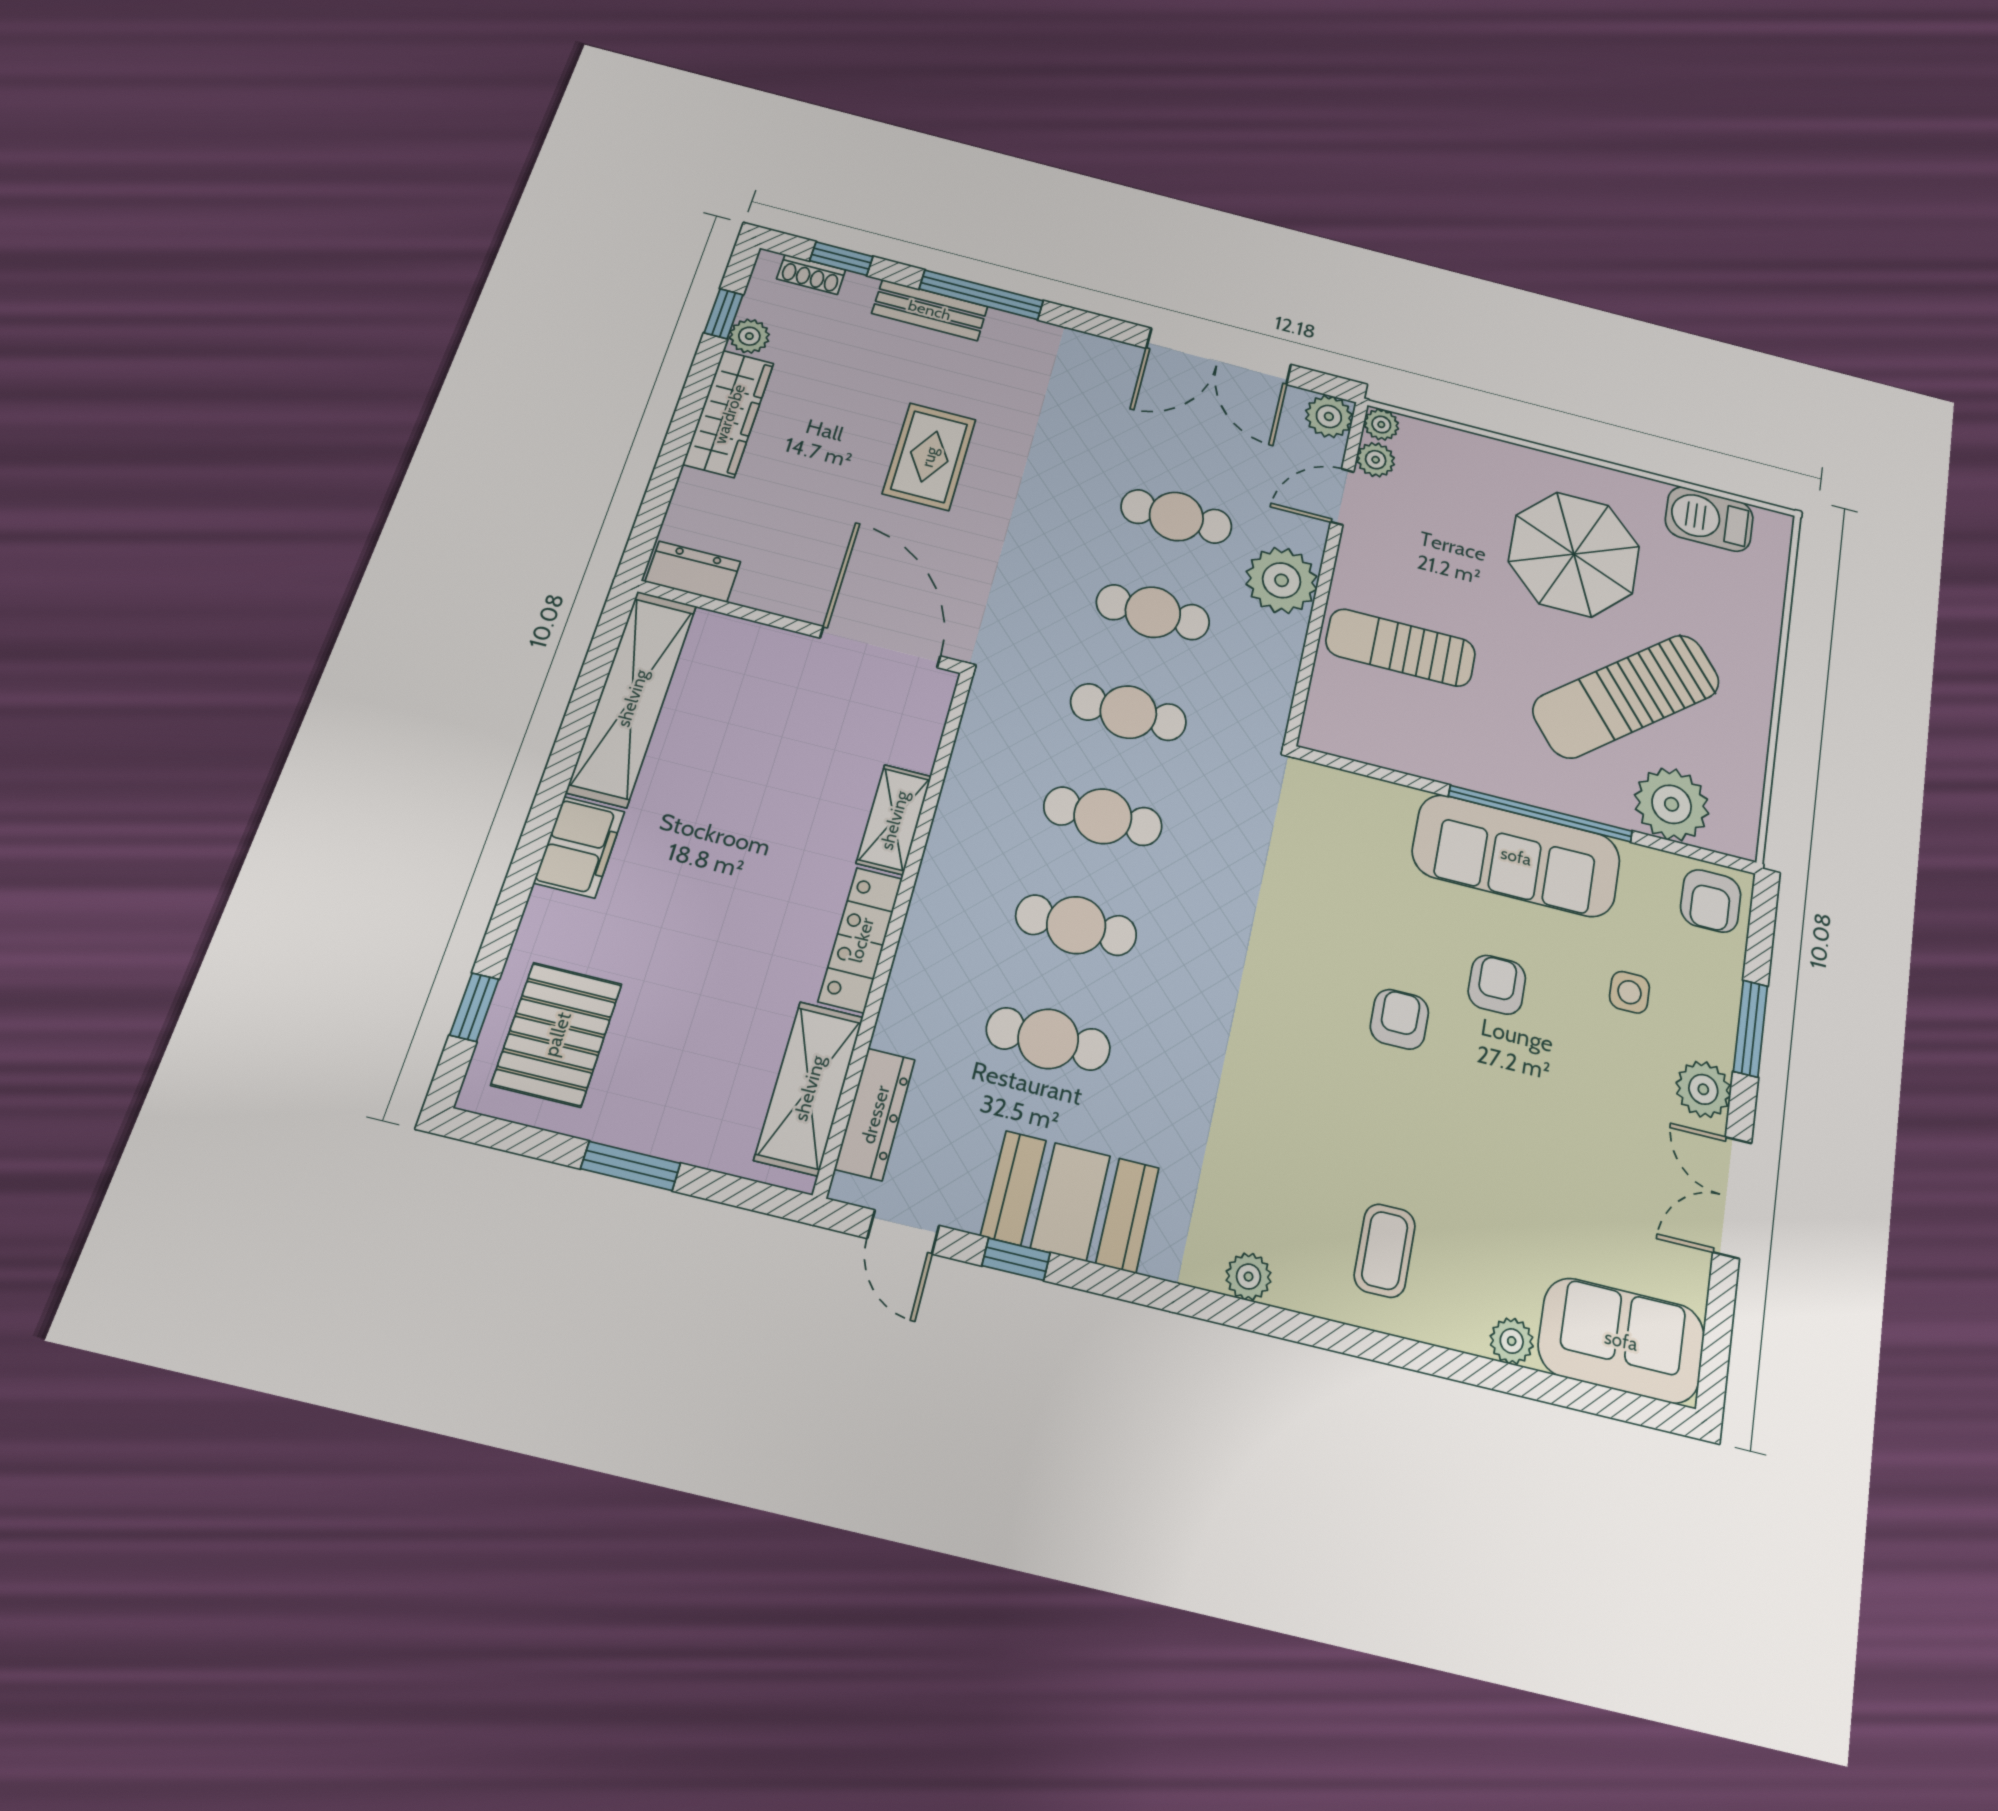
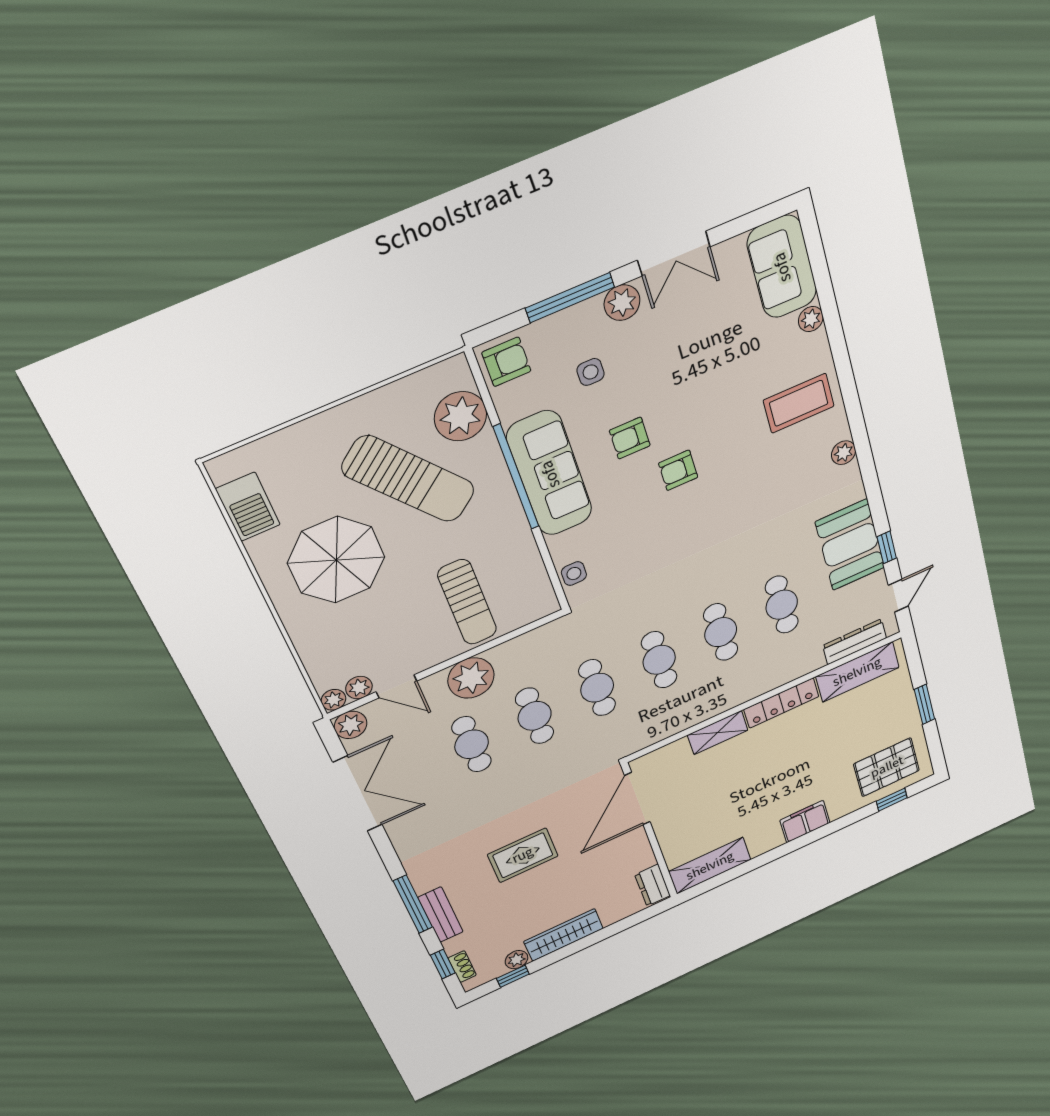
shelving: (632, 698) -> (710, 866), width x0.68
side table: (1341, 794) -> (574, 574), added
window: (1751, 1029) -> (570, 298), width x1.44
coffee table: (1385, 1251) -> (799, 403), width x1.36, depth x1.30

